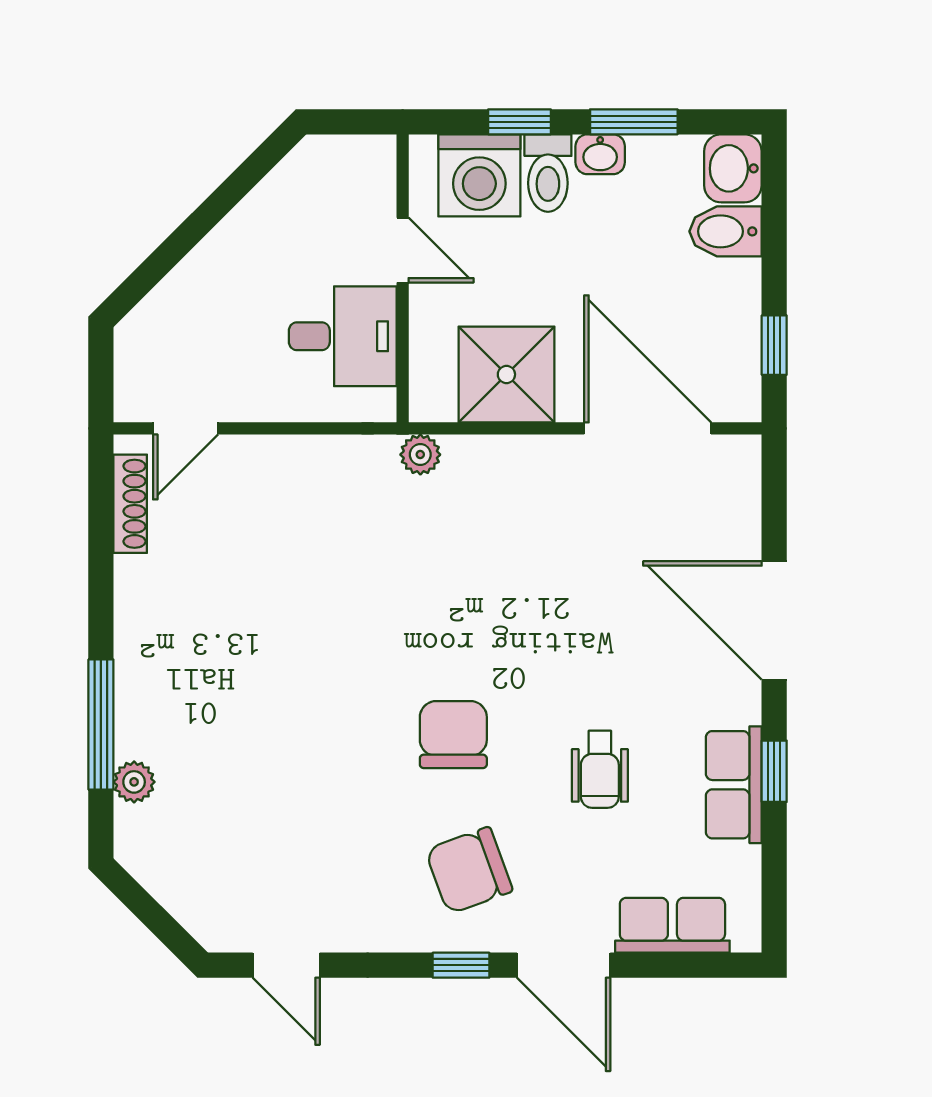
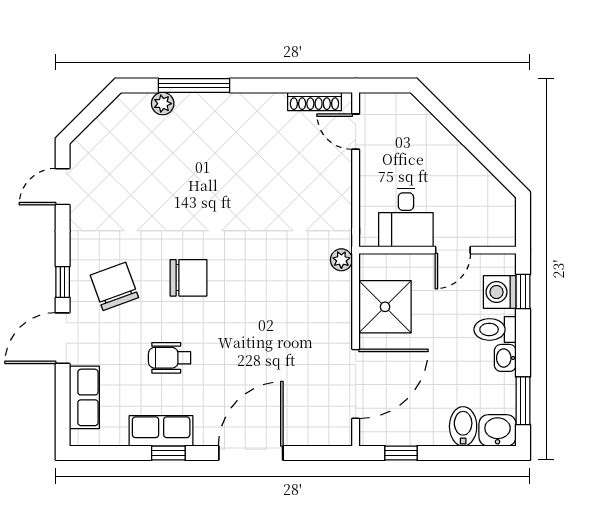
window: (519, 122) -> (523, 292), moved
window: (634, 122) -> (523, 401), moved
washing machine: (479, 175) -> (500, 292), width x0.73, depth x0.73

